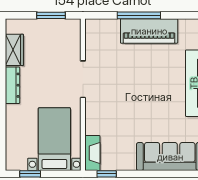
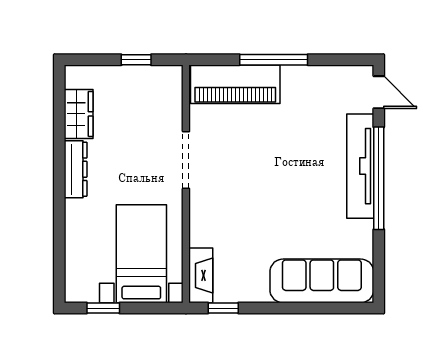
window: (51, 15) -> (136, 60), width x0.67
piano: (149, 31) -> (235, 84), moved

